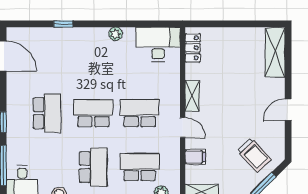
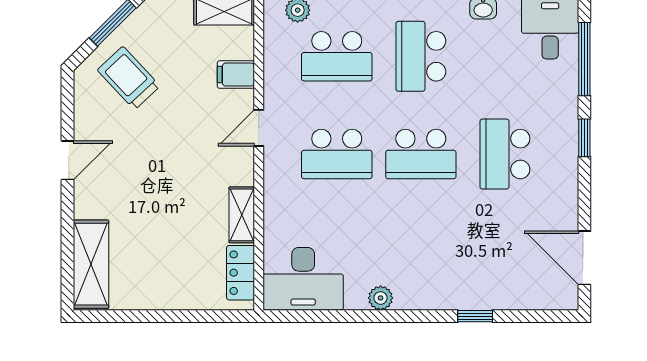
shelving: (192, 96) -> (242, 215), moved
door: (183, 128) -> (259, 128), hinge flipped

